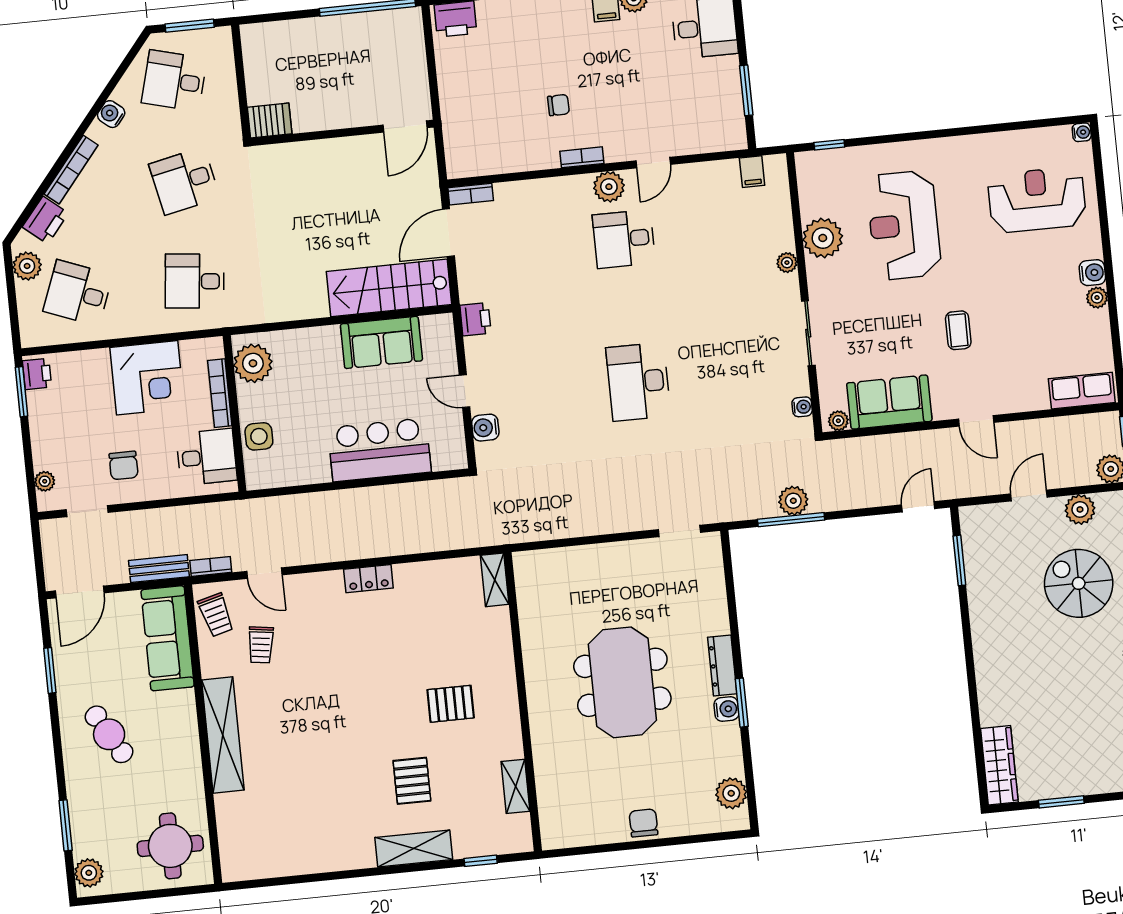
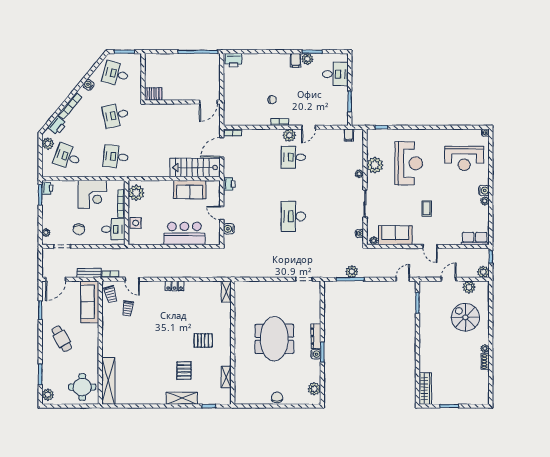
reception desk: (1037, 200) -> (464, 158), turned 180
reception desk: (904, 225) -> (409, 163), turned 180
shelving: (223, 735) -> (108, 381), moved

